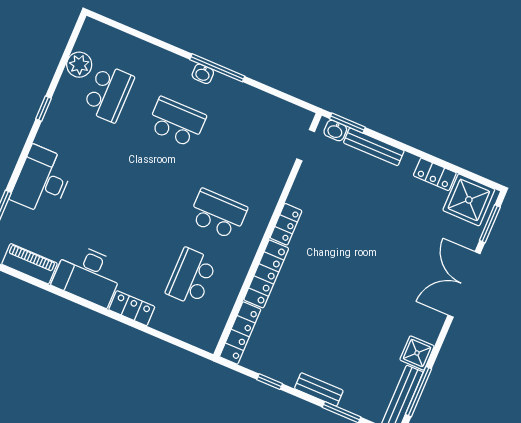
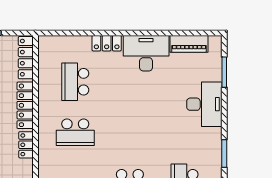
window: (43, 109) -> (224, 153), width x1.50
school desk: (191, 277) -> (75, 82), turned 180

